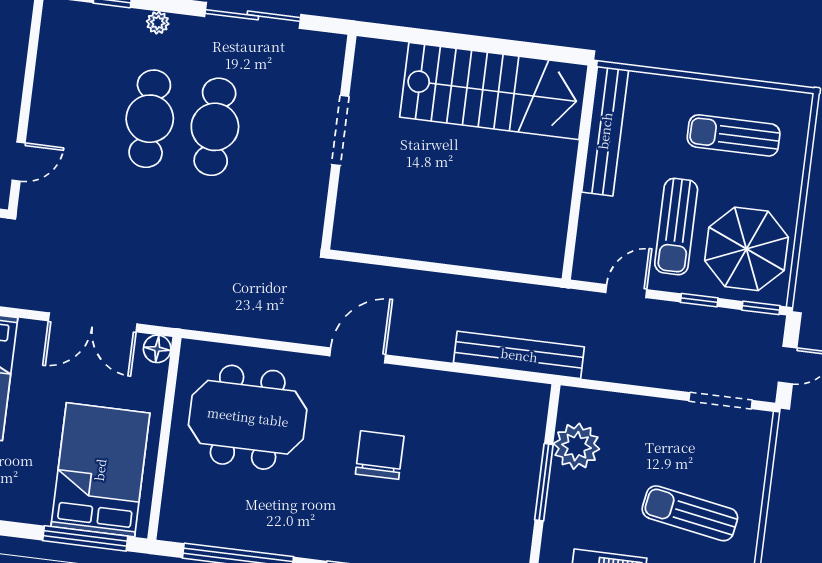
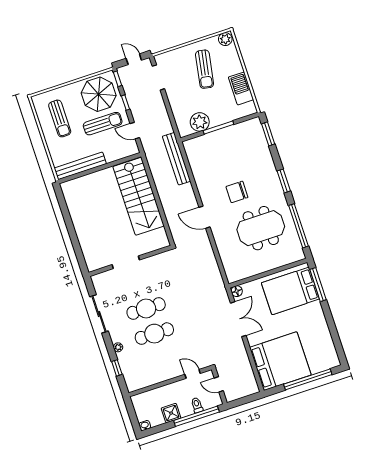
stairs: (494, 91) -> (139, 196), moved, turned 180
meeting table: (248, 417) -> (261, 228), moved, turned 90

